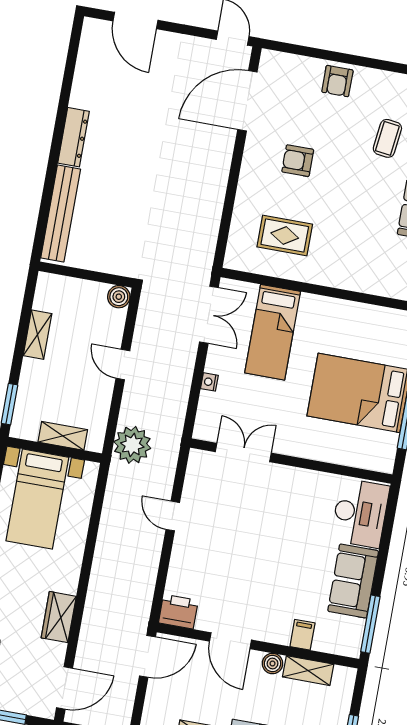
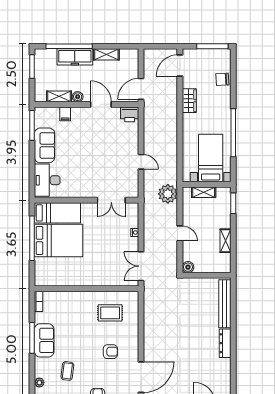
bed: (273, 332) -> (57, 213), moved, turned 90

